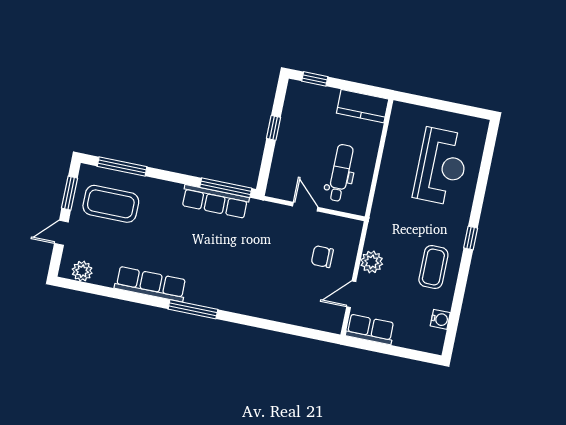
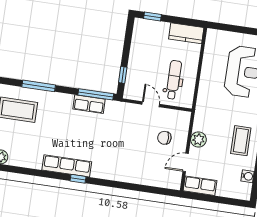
window: (274, 128) -> (123, 75), moved
window: (122, 166) -> (39, 86), moved
row of seats: (215, 201) -> (89, 104), width x0.68
row of seats: (151, 284) -> (67, 166), moved
window: (193, 309) -> (78, 179), width x0.46

